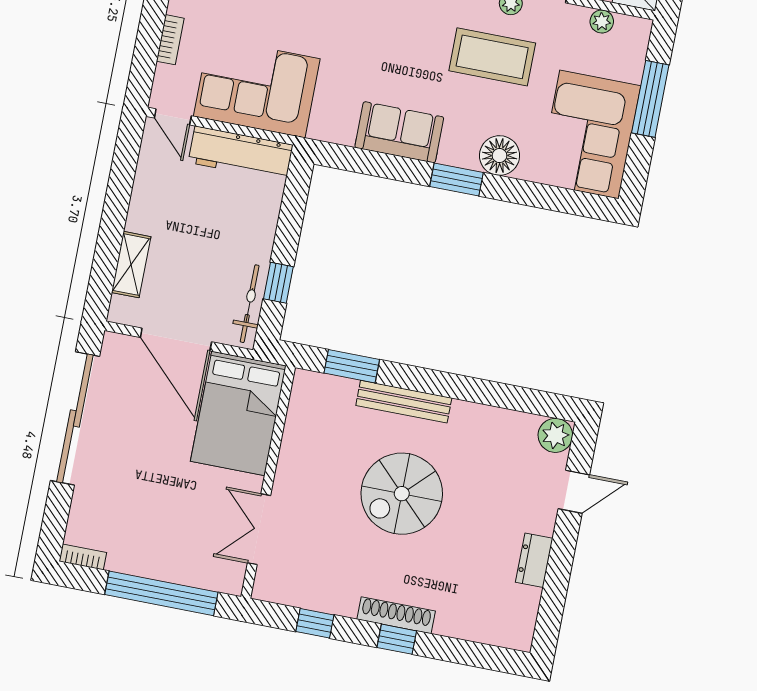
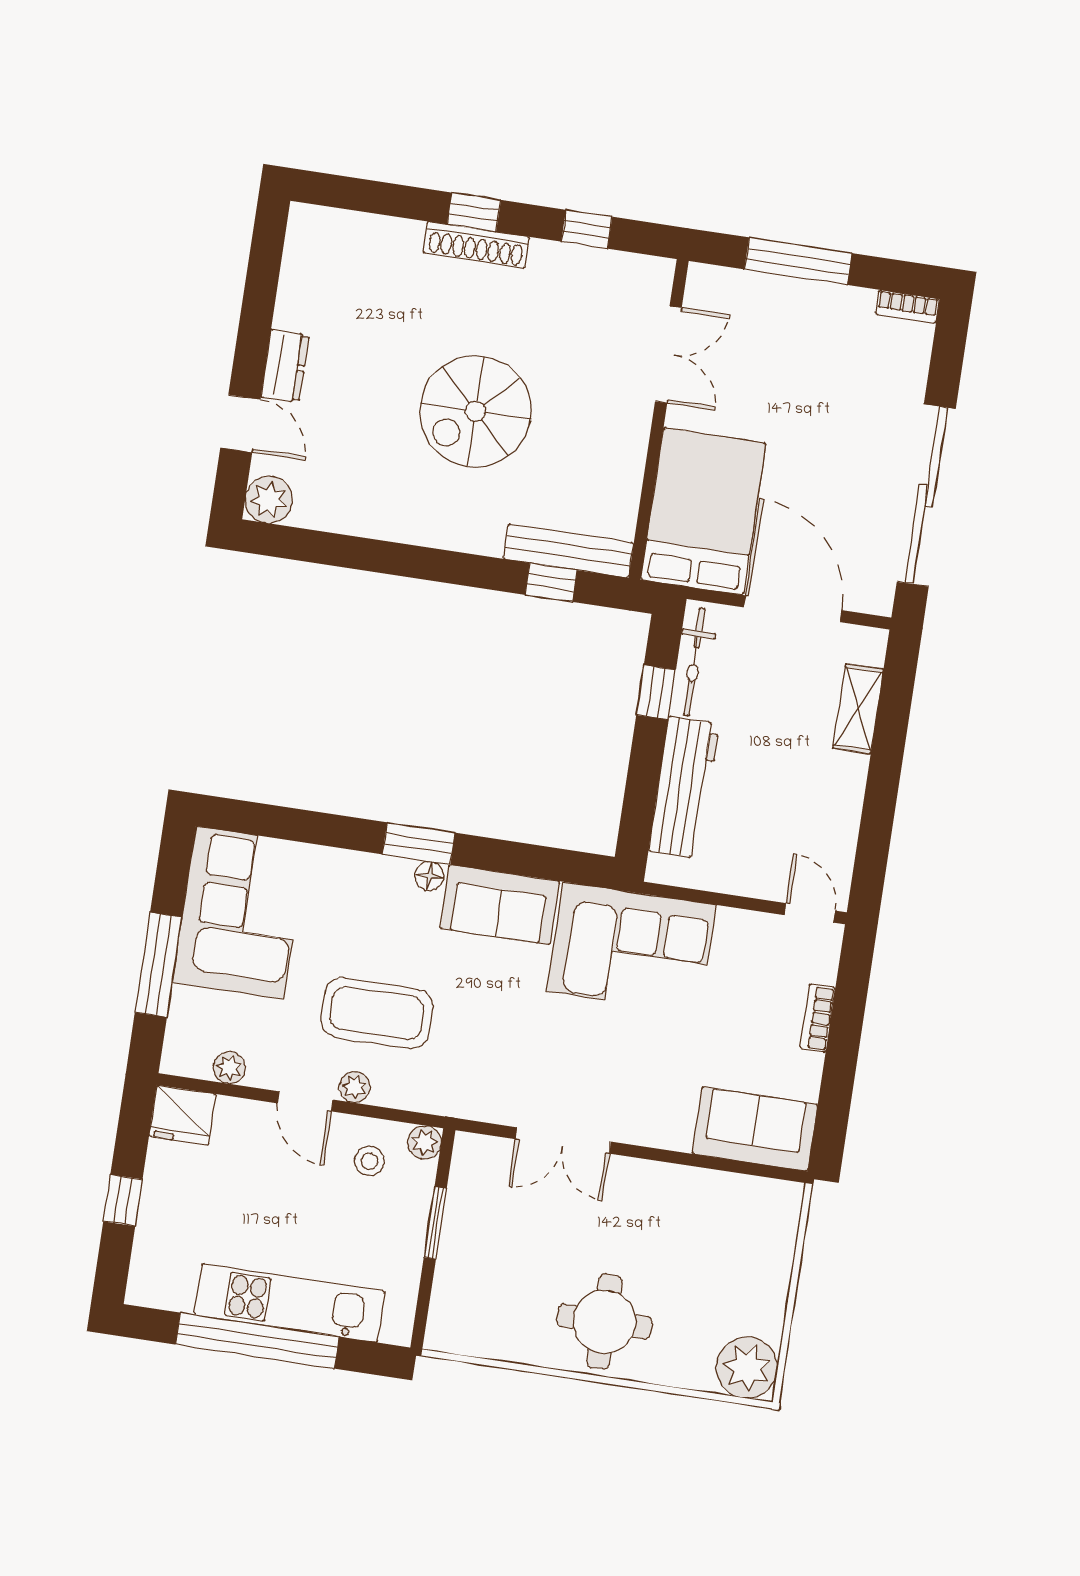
corner sofa: (257, 87) -> (631, 948), moved
workbench: (241, 154) -> (684, 787), moved, turned 90
floor lamp: (500, 156) -> (429, 876), moved, width x0.53, depth x0.53
window: (352, 366) -> (551, 582), width x0.67
bench: (404, 402) -> (568, 551), moved
door: (574, 492) -> (240, 424), swing flipped
spiral stairs: (402, 494) -> (475, 411), turned 180
dresser: (534, 560) -> (285, 366), moved
window: (161, 593) -> (798, 261), width x0.68

